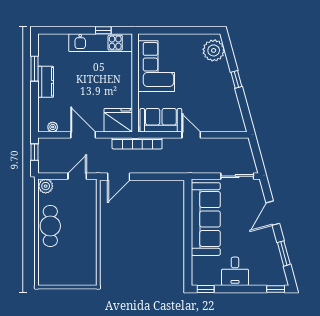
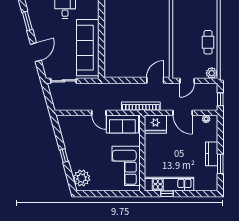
cafe table: (50, 226) -> (208, 42), width x0.73, depth x0.74

